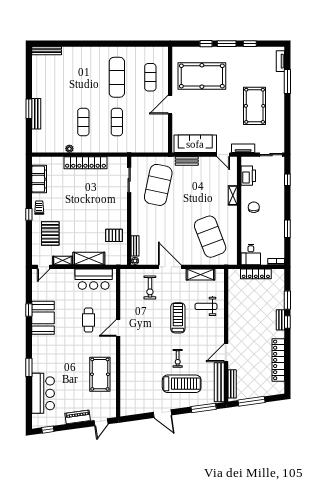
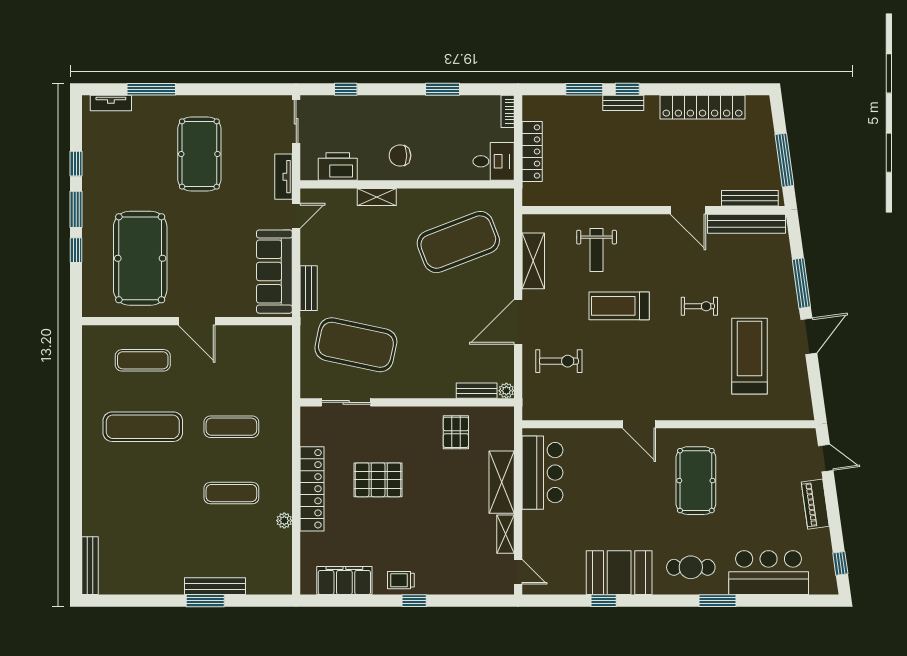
pool table: (255, 106) -> (199, 154), turned 90
pallet: (50, 233) -> (378, 480), moved
cafe table: (89, 320) -> (691, 567), moved
pool table: (100, 374) -> (696, 481), moved, turned 90
treadmill: (182, 384) -> (749, 356), moved
window: (204, 408) -> (801, 283), moved

